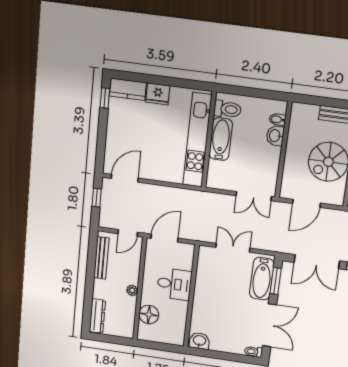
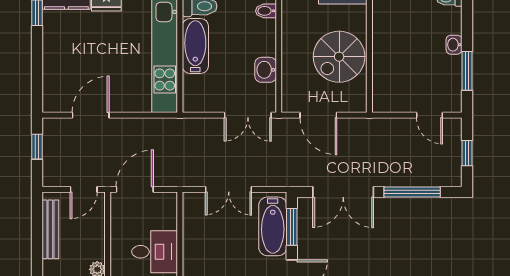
washbasin: (275, 136) -> (266, 70), moved
door: (125, 178) -> (91, 115), moved
door: (306, 203) -> (318, 115), hinge flipped
double door: (233, 248) -> (229, 189), swing flipped

